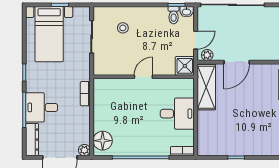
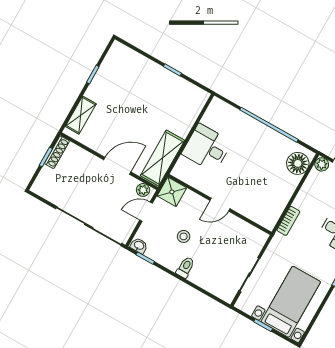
toilet: (174, 15) -> (185, 267), moved
stool: (123, 28) -> (184, 236), moved
bookcase: (182, 151) -> (223, 107), removed

